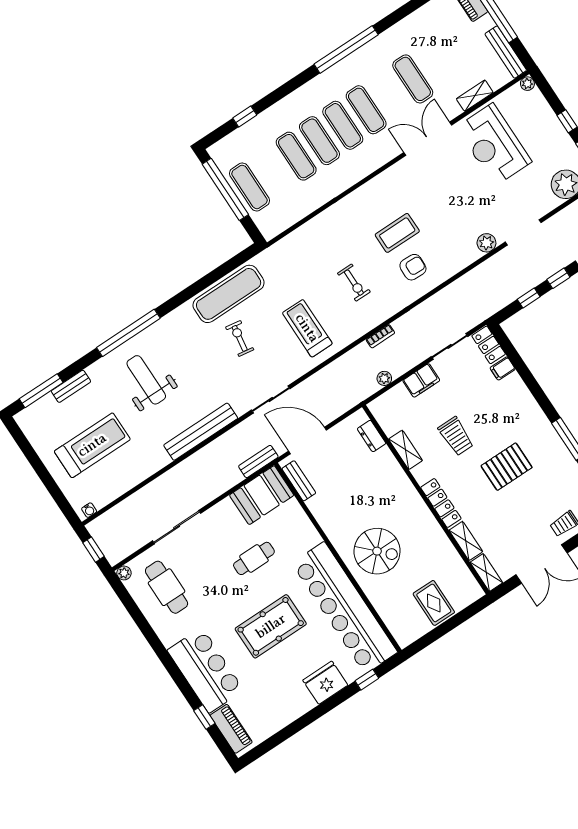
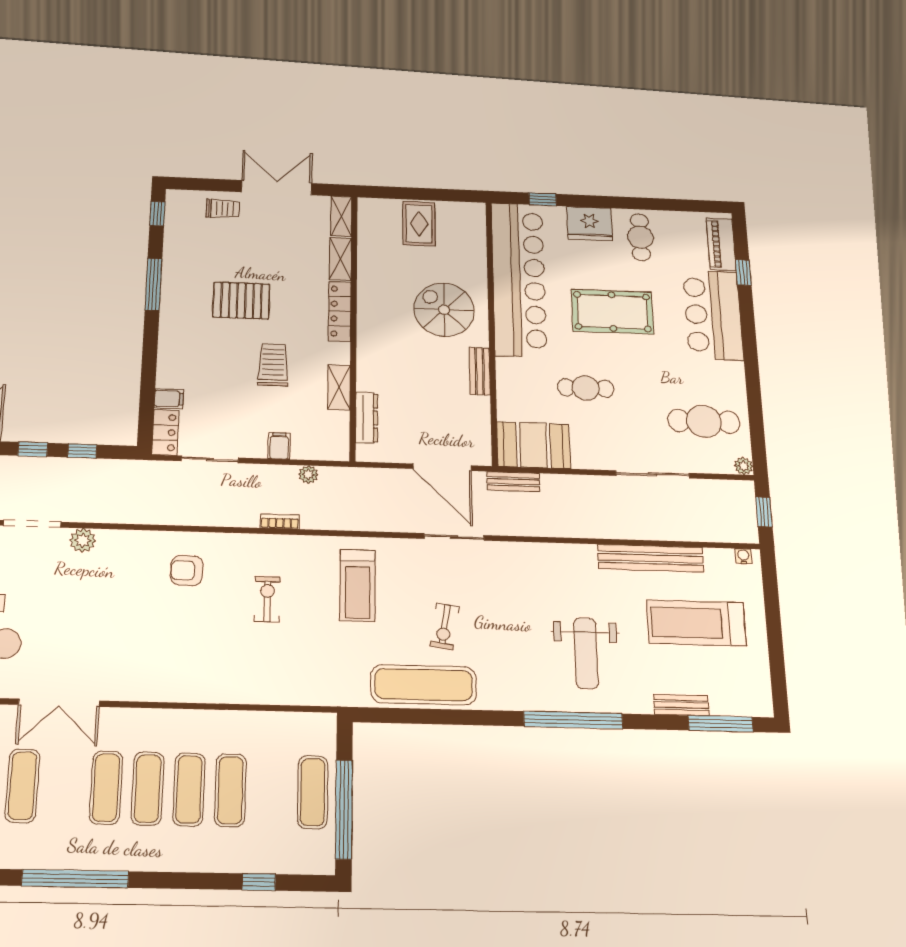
coffee table: (397, 233) -> (176, 620), removed
filing cabinet: (421, 380) -> (279, 446), width x0.50
bench: (201, 432) -> (651, 558), moved
dresser: (372, 436) -> (367, 418), width x1.44
bench: (299, 481) -> (480, 371), moved
cafe table: (167, 587) -> (704, 421), turned 90
cafe table: (286, 696) -> (640, 237), added

